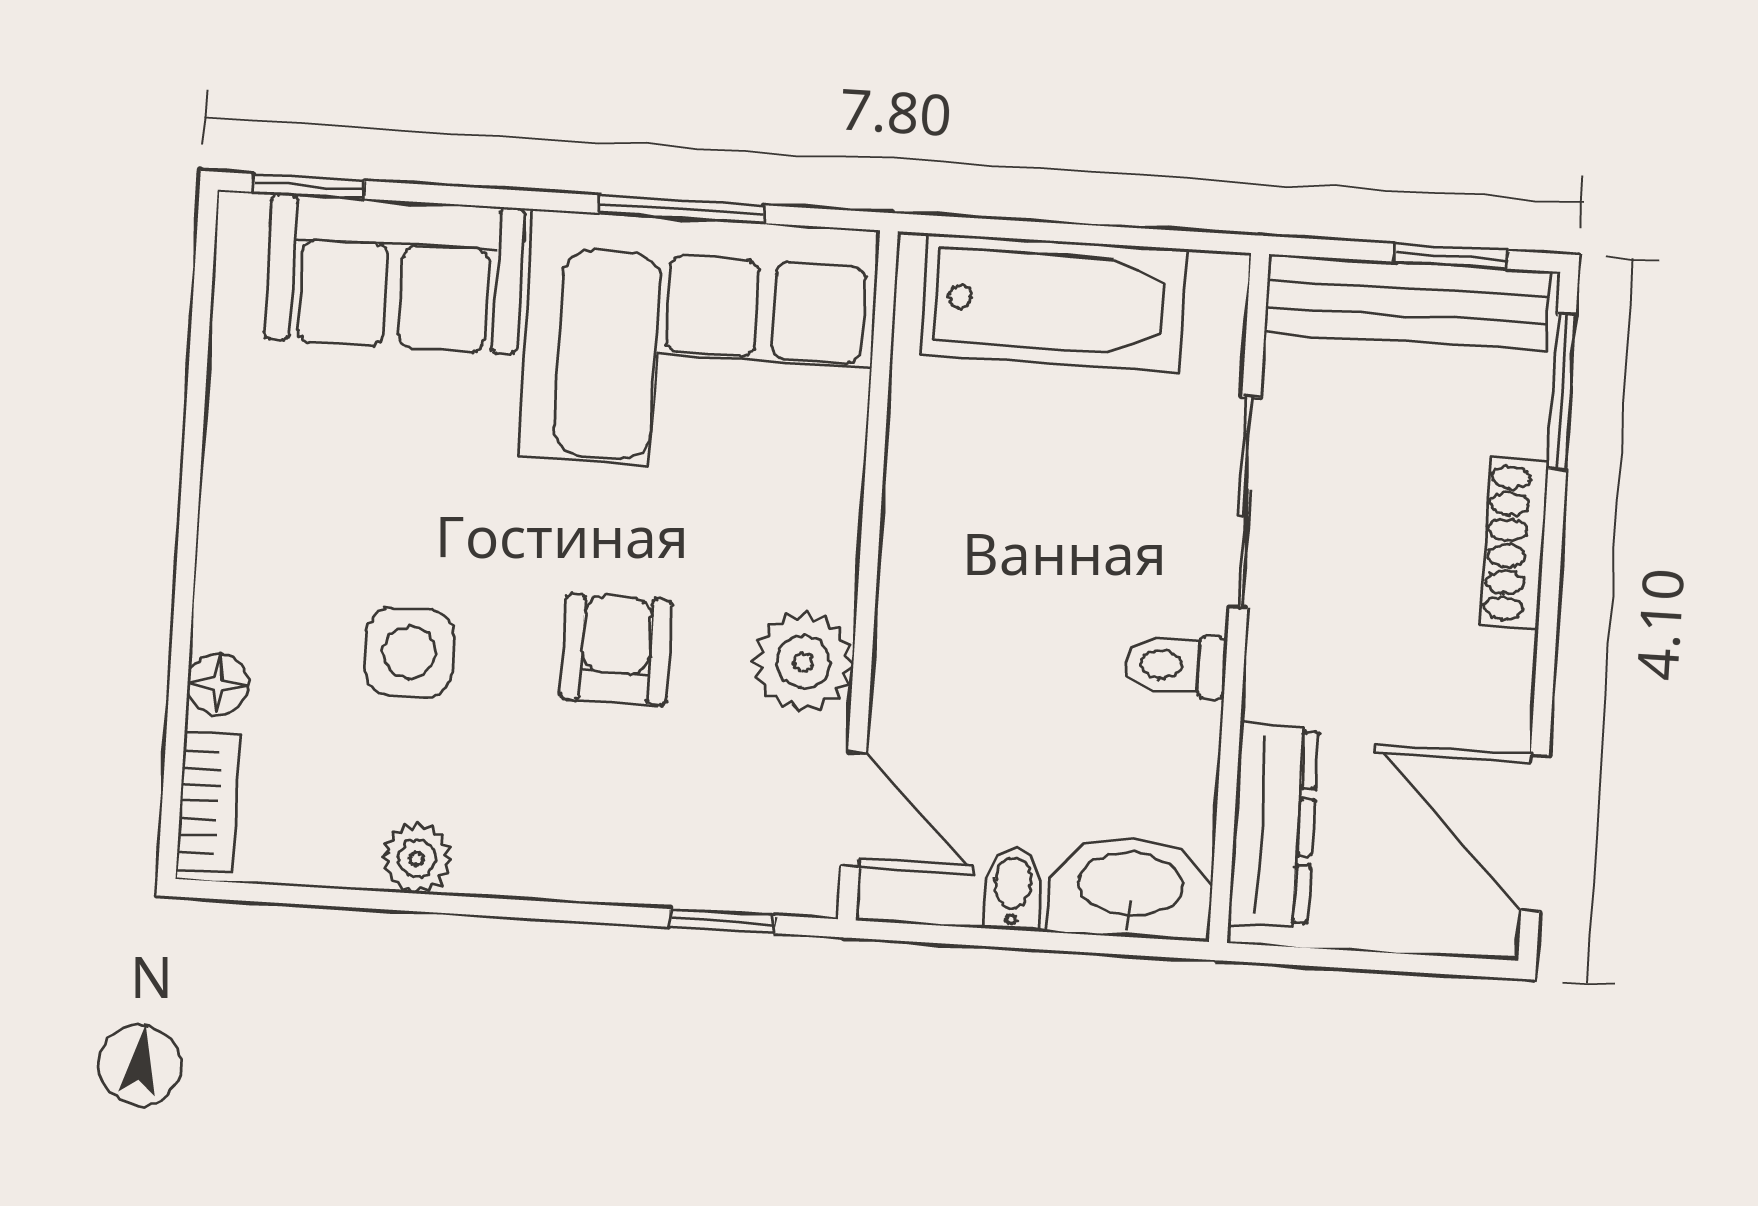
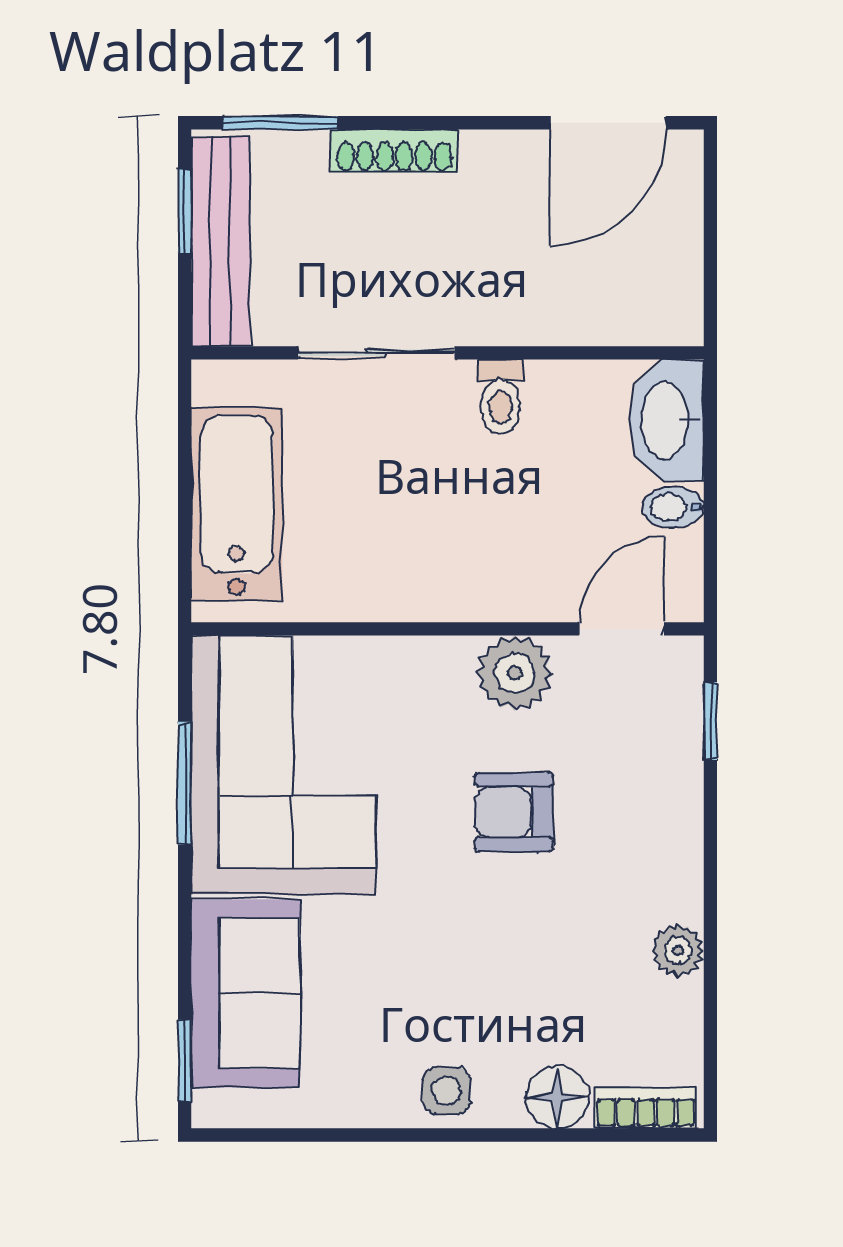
side table: (409, 653) -> (447, 1091), moved, width x0.73, depth x0.73
floor lamp: (218, 684) -> (558, 1097), width x1.37, depth x1.37
dresser: (1273, 825) -> (614, 317), removed

